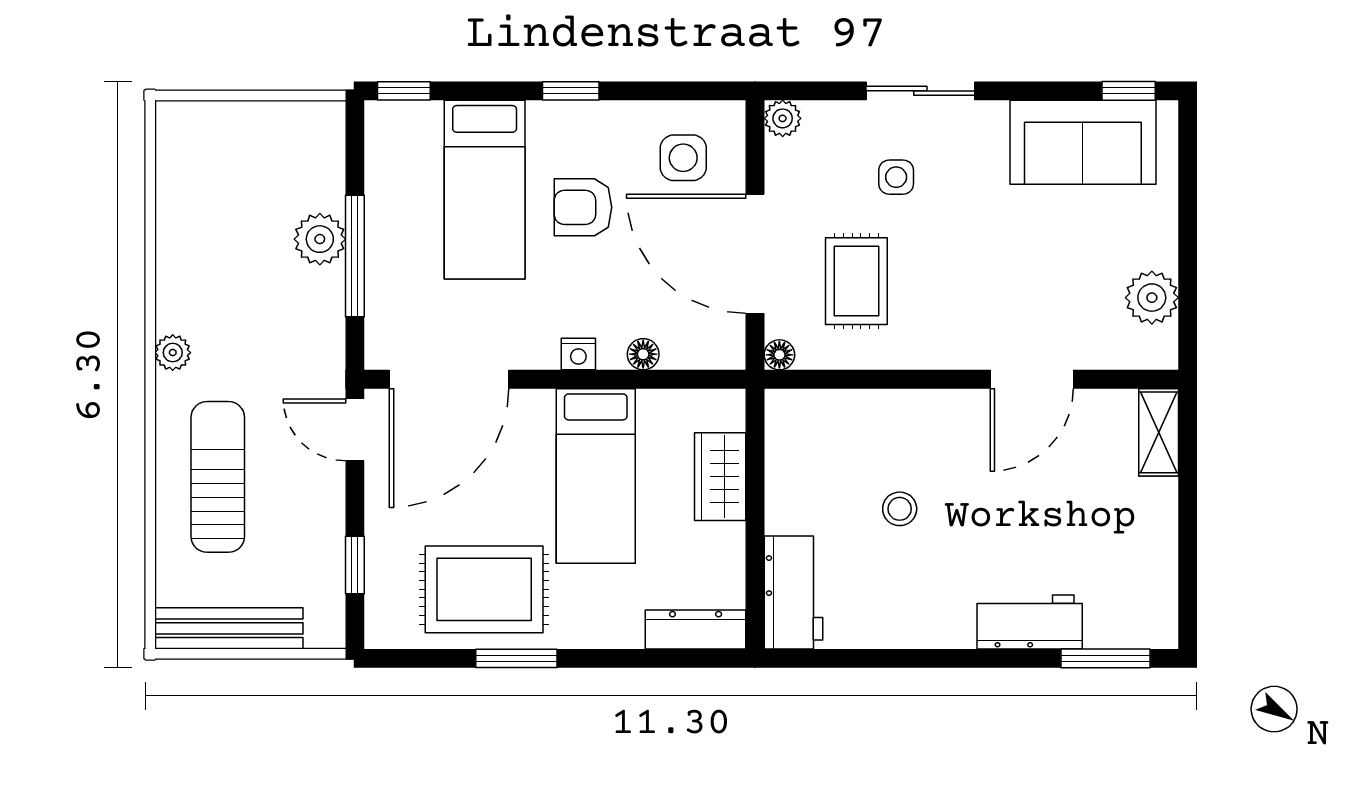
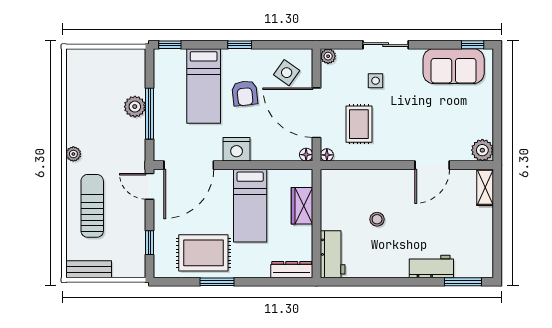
side table: (683, 158) -> (287, 73), turned 35
armchair: (583, 207) -> (245, 93), turned -96
plant: (1152, 298) -> (482, 150), moved
nightstand: (578, 354) -> (237, 149), width x1.89, depth x1.79
floor lamp: (643, 354) -> (306, 155), moved
bench: (229, 628) -> (89, 269), width x0.73

